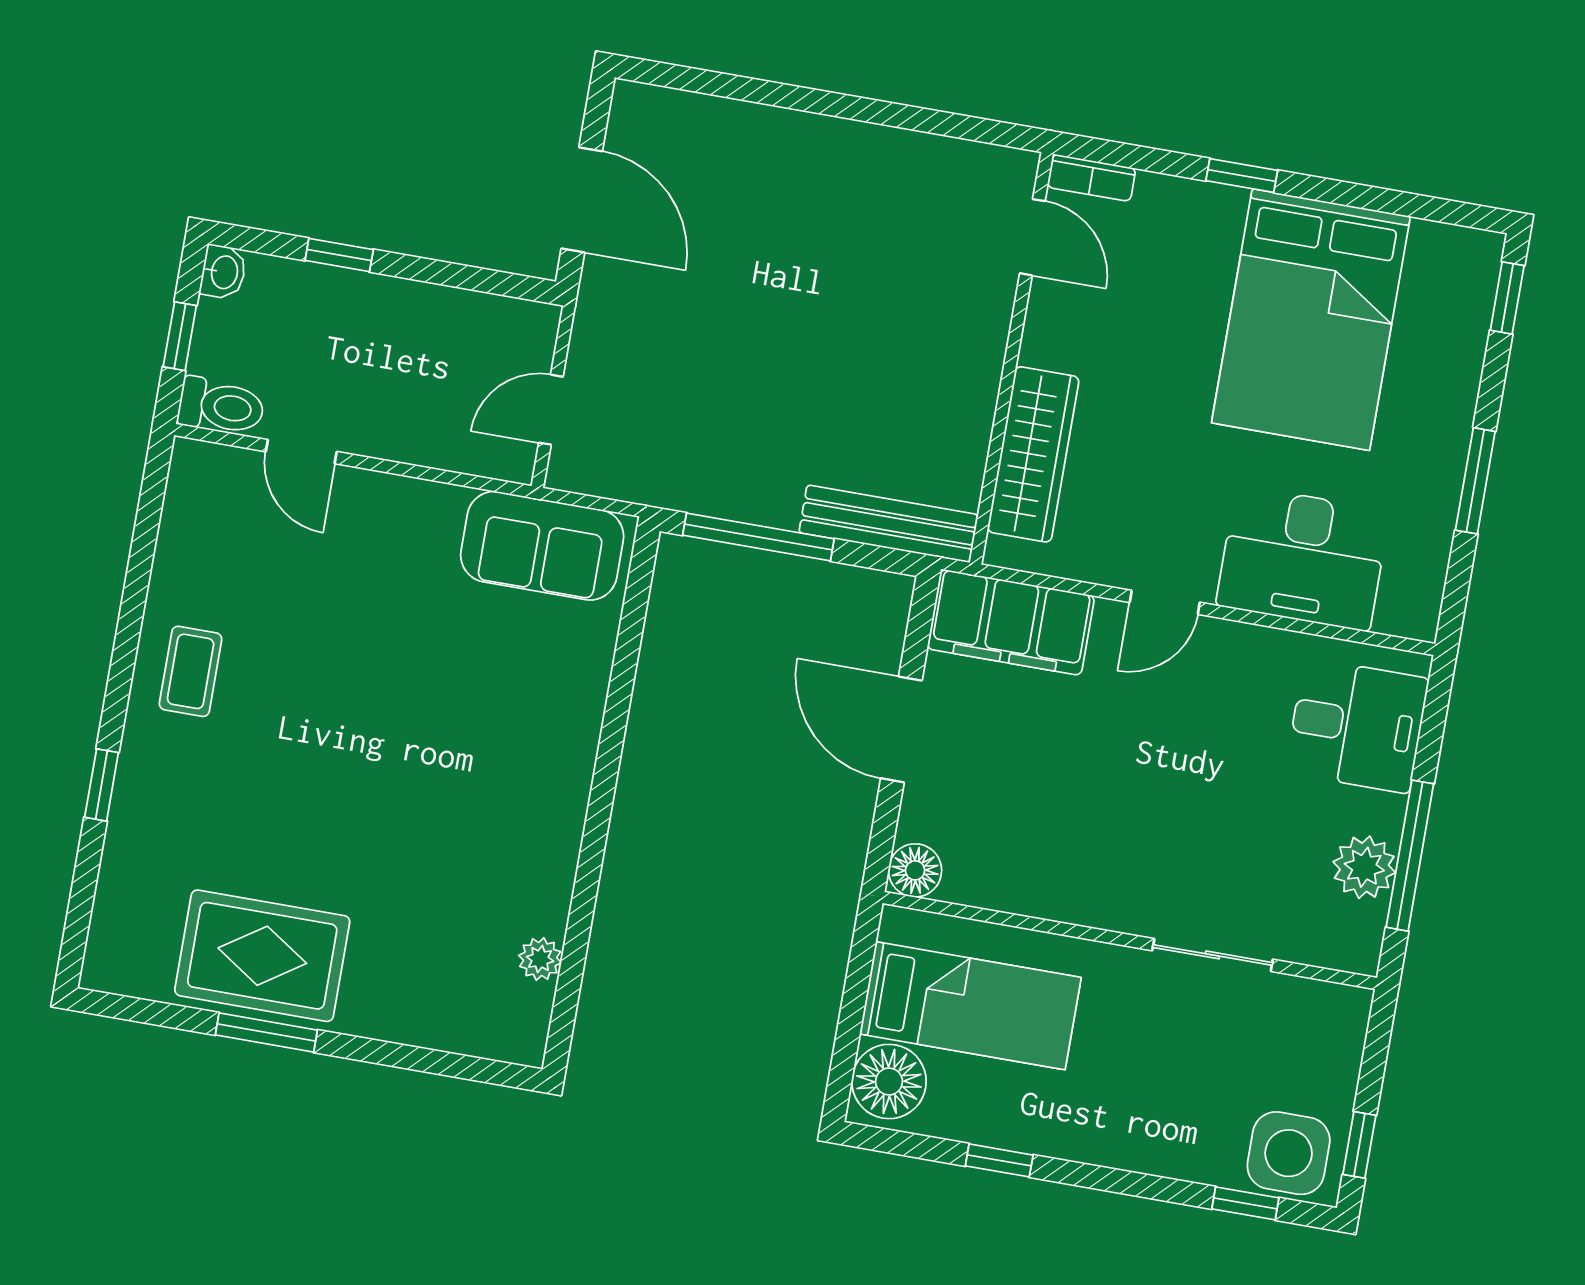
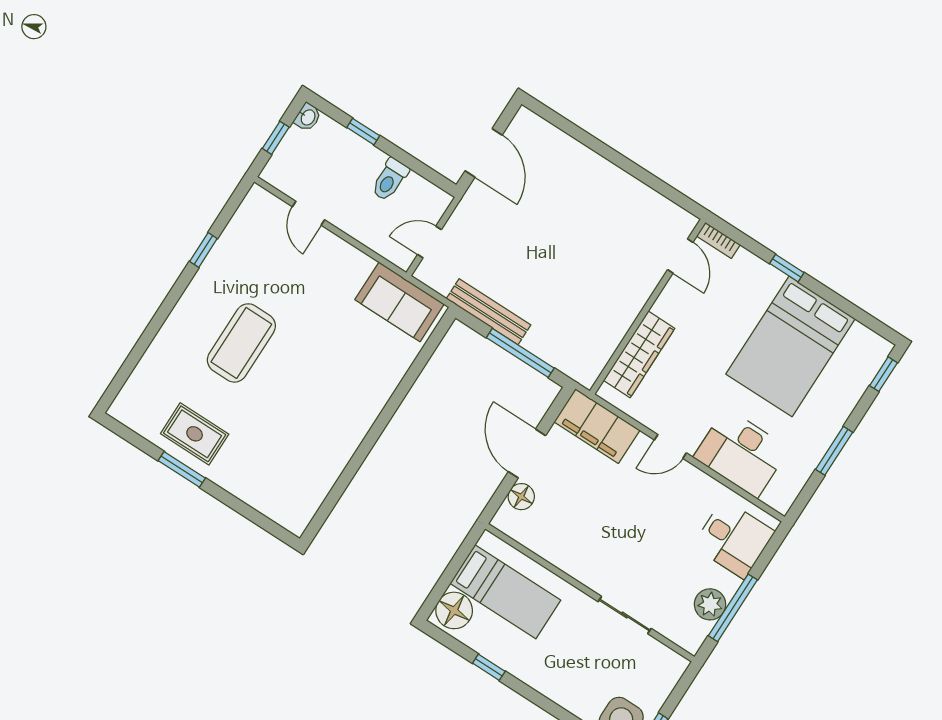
toilet: (221, 406) -> (390, 179), moved, turned 90
bench: (888, 524) -> (489, 312), moved
window: (758, 537) -> (520, 353), moved
coffee table: (191, 671) -> (241, 343), moved, width x1.86, depth x1.72
window: (102, 785) -> (203, 250), moved
floor lamp: (915, 870) -> (521, 497), moved
rug: (262, 956) -> (195, 434), width x0.73, depth x0.70
plant: (540, 959) -> (320, 488), removed

